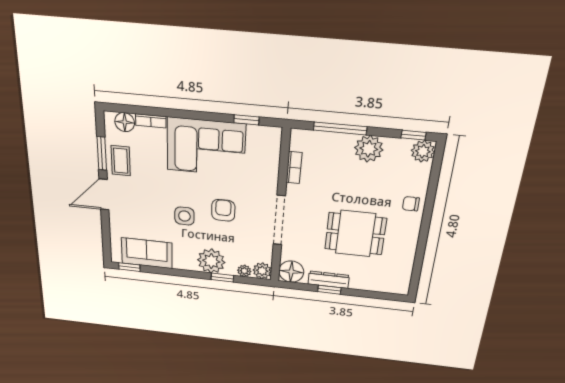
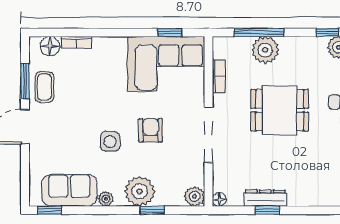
corner sofa: (206, 147) -> (166, 64), moved
plant: (369, 149) -> (265, 50), moved
dining table: (355, 234) -> (280, 110), moved
plant: (244, 271) -> (106, 199), moved
floor lamp: (291, 272) -> (219, 199), width x0.53, depth x0.53

